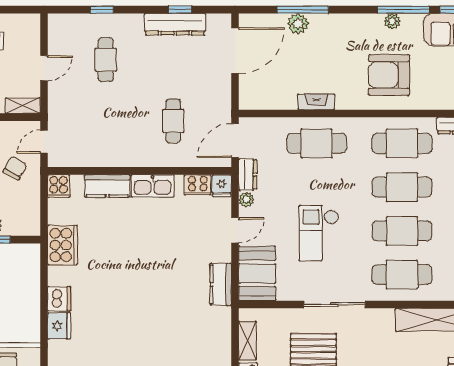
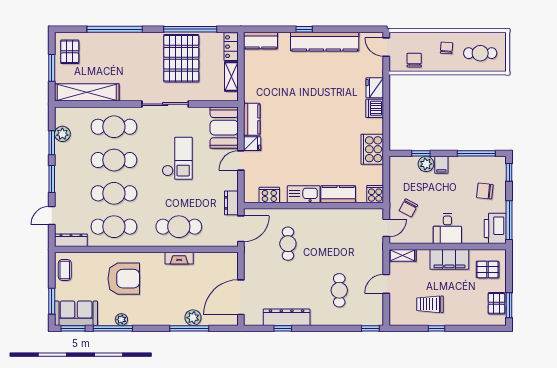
window: (102, 10) -> (370, 328), moved
fridge: (222, 186) -> (252, 144), moved, turned 90
plant: (246, 200) -> (232, 184), removed

